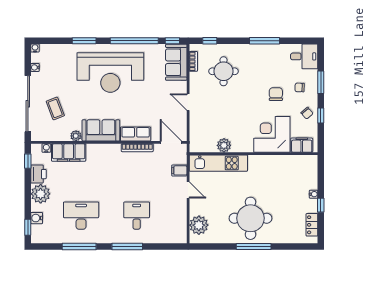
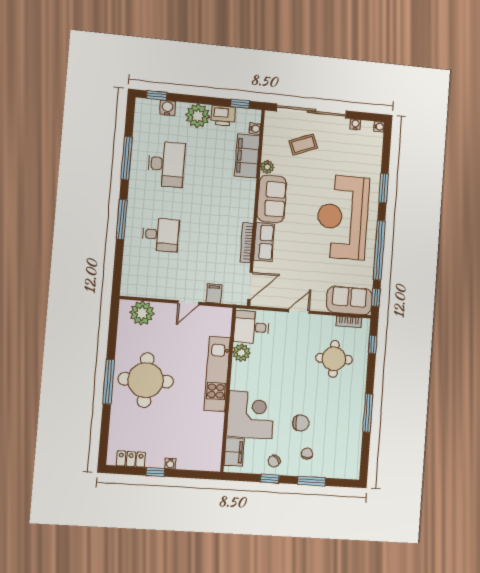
desk: (304, 56) -> (251, 327), moved, turned 90
kitchen unit: (218, 163) -> (217, 374), moved

